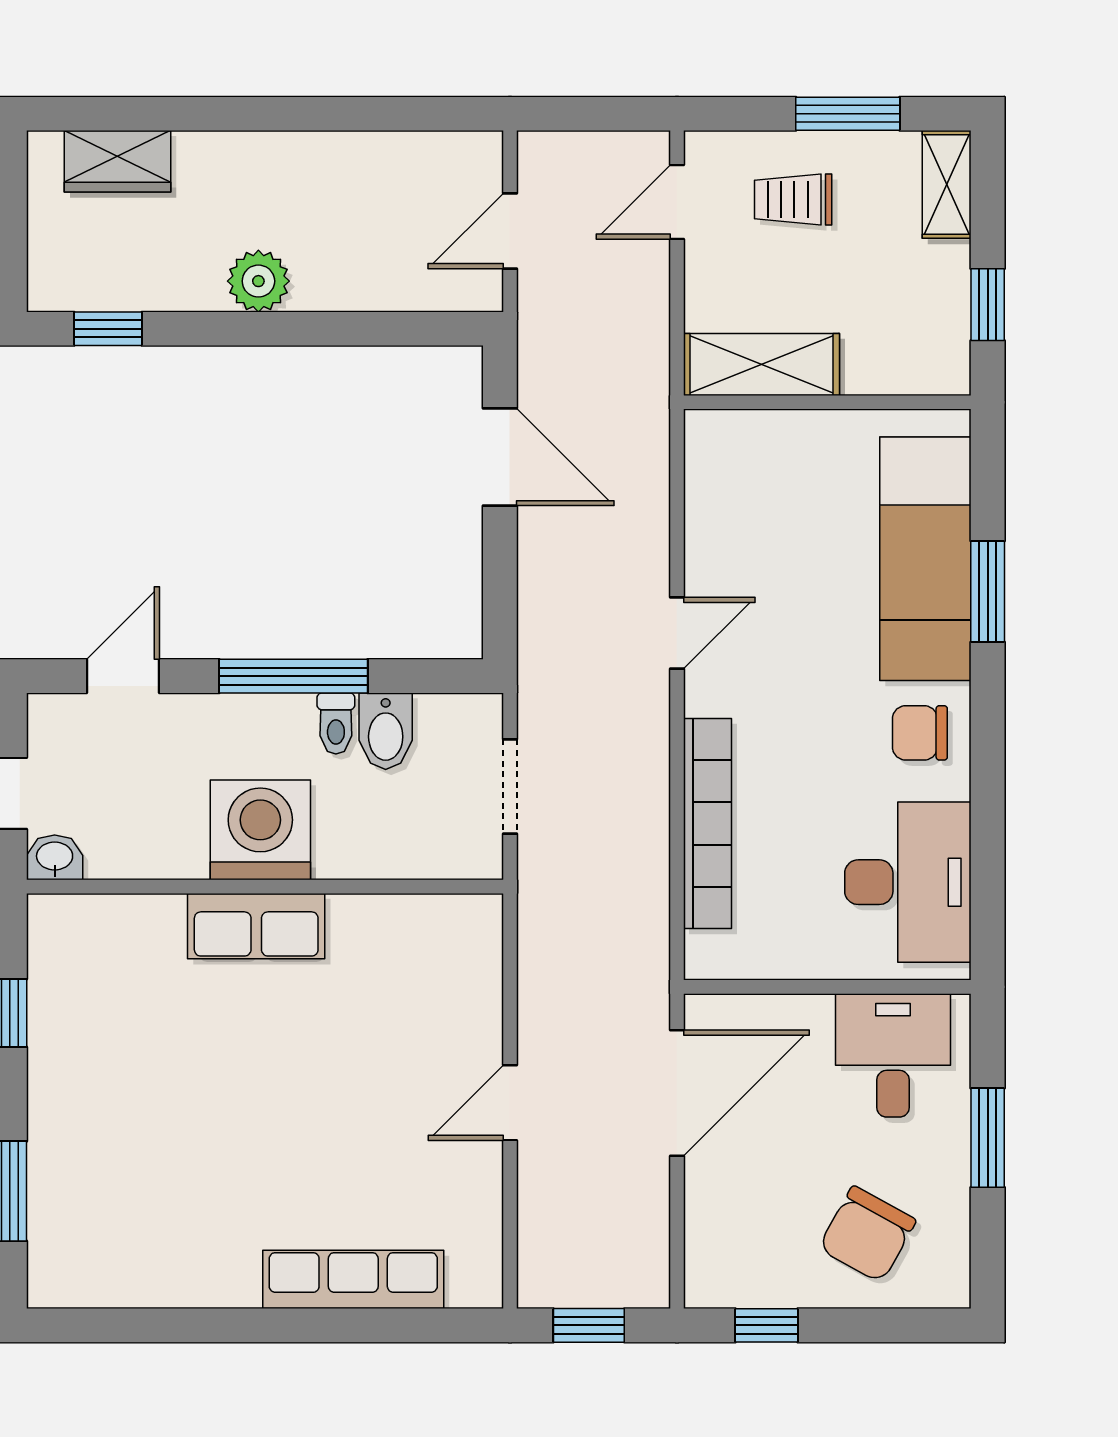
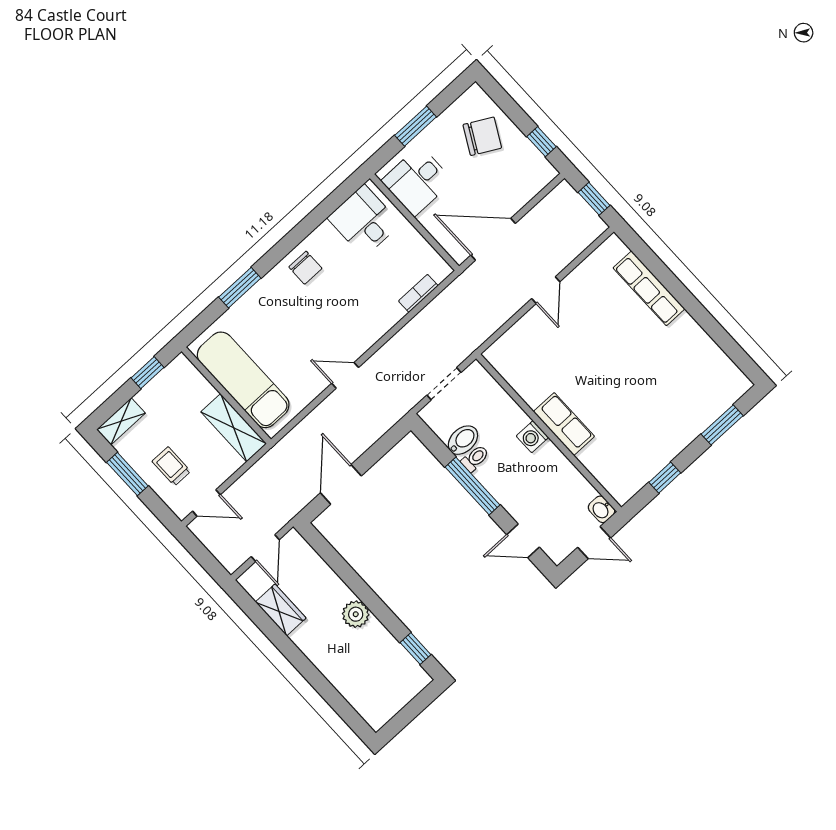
wardrobe: (117, 161) -> (281, 610), moved
trolley: (793, 200) -> (171, 466), turned 180
door: (510, 231) -> (265, 548), hinge flipped
exam couch: (925, 559) -> (243, 380), moved, turned -90
bookcase: (708, 824) -> (418, 293), width x0.43, depth x0.76
washing machine: (260, 830) -> (532, 437), width x0.53, depth x0.53
desk: (908, 882) -> (364, 221), width x0.73
door: (510, 1103) -> (546, 290), hinge flipped

